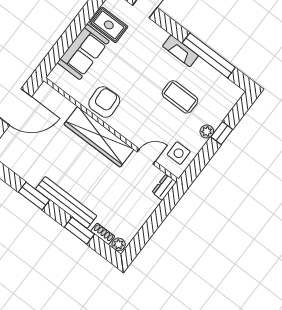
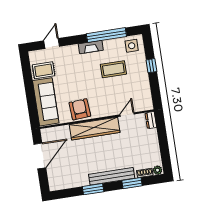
sofa: (83, 52) -> (46, 102), width x1.36
plant: (207, 132) -> (143, 72), removed
side table: (179, 153) -> (132, 46), moved

